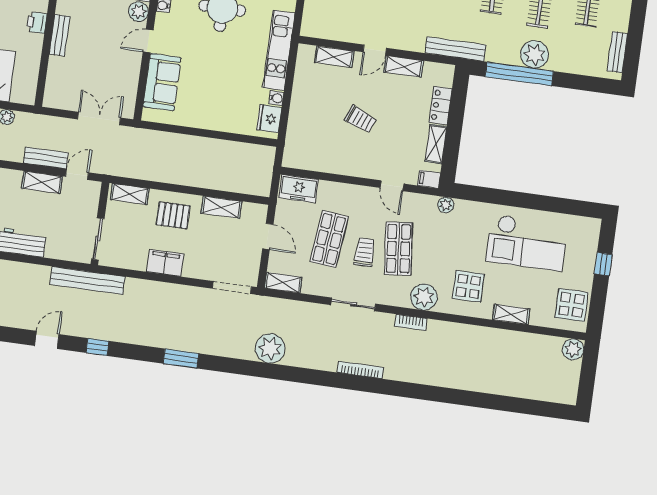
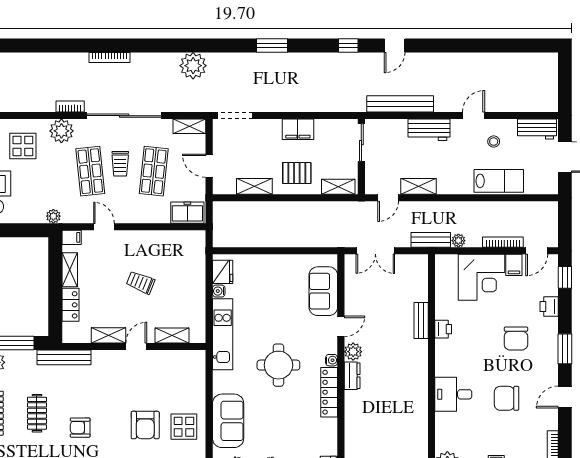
bench: (46, 158) -> (431, 240), moved
bench: (87, 280) -> (400, 104), moved
sliding door: (353, 304) -> (124, 116), width x1.86

